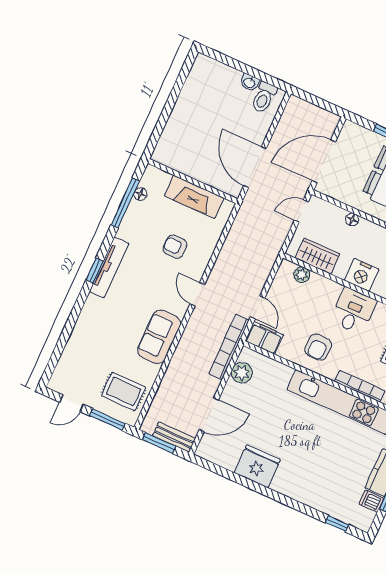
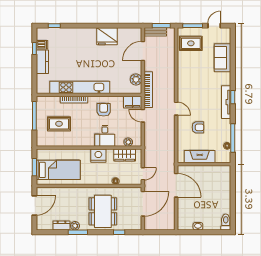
toilet: (264, 97) -> (226, 222), moved
desk: (353, 311) -> (105, 136), moved
sofa: (159, 337) -> (222, 58), moved, turned 180

